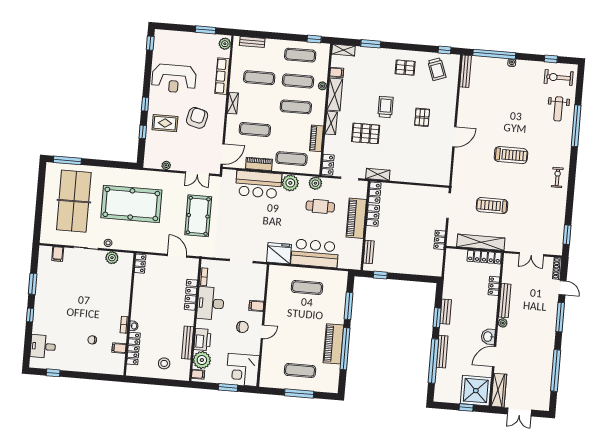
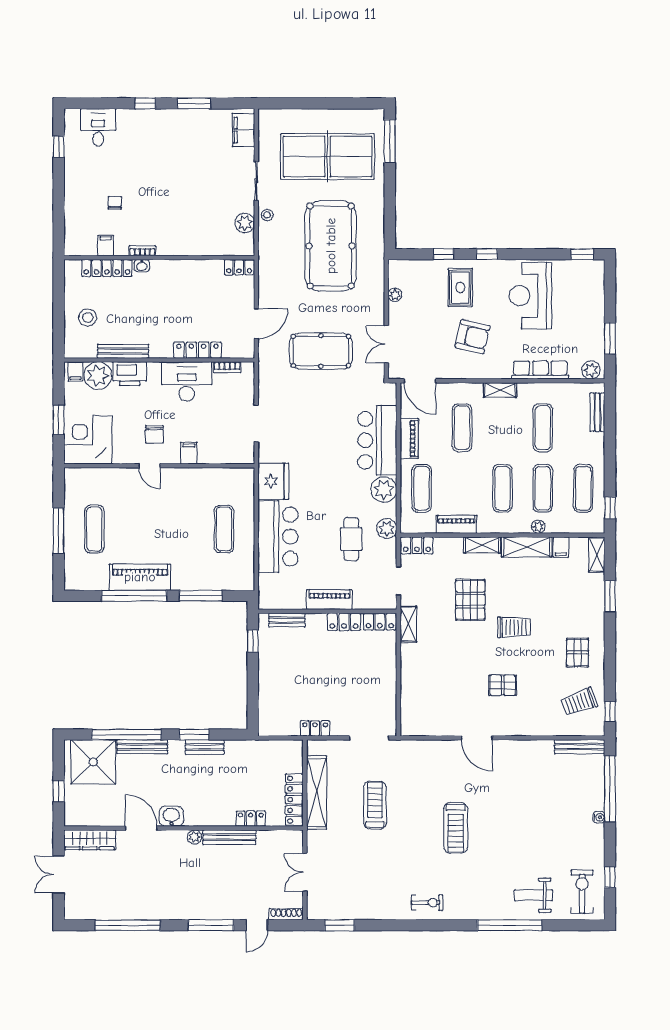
piano: (356, 218) -> (329, 600), width x0.73, depth x0.75
filing cabinet: (58, 254) -> (243, 130), width x2.00
shower: (476, 391) -> (93, 762), moved

